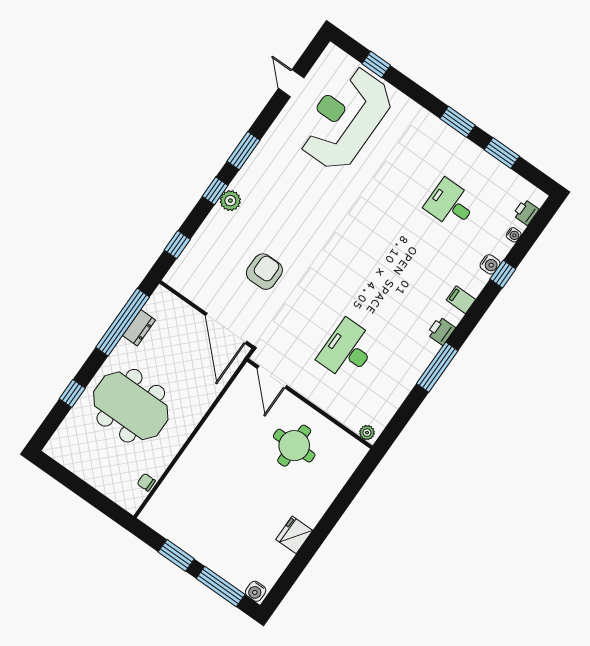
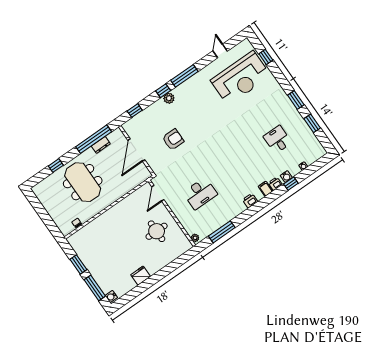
reception desk: (345, 118) -> (241, 78), turned 180
window: (243, 151) -> (184, 76), width x1.44
printer: (526, 212) -> (275, 184), moved
door: (226, 328) -> (136, 150), moved
desk: (347, 350) -> (200, 193), turned 180
window: (437, 367) -> (222, 232), moved

